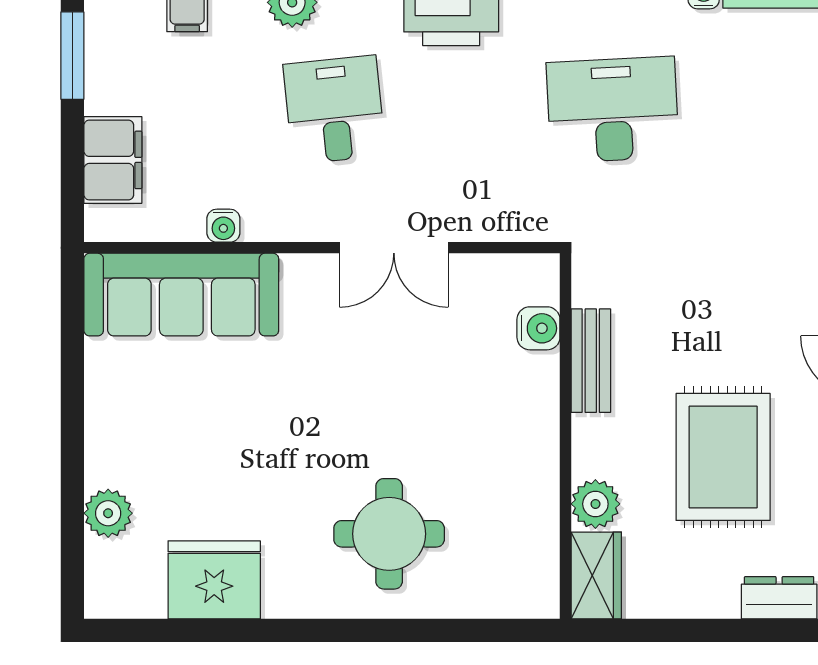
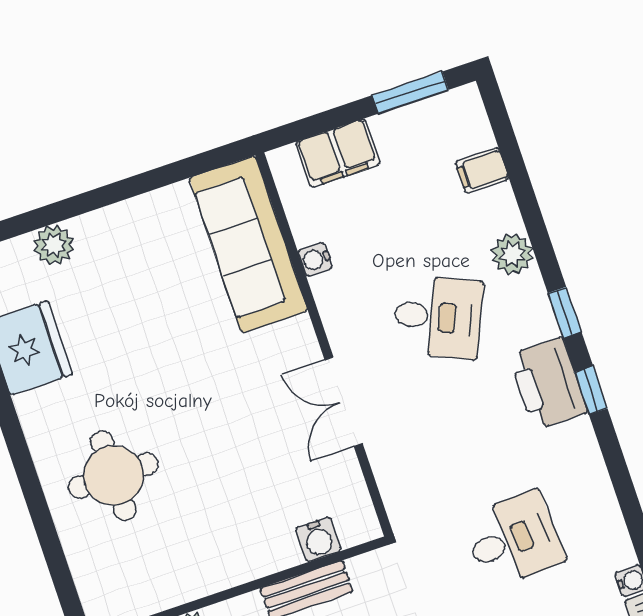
desk: (334, 110) -> (438, 317), turned 30
desk: (613, 110) -> (513, 540), width x0.73

